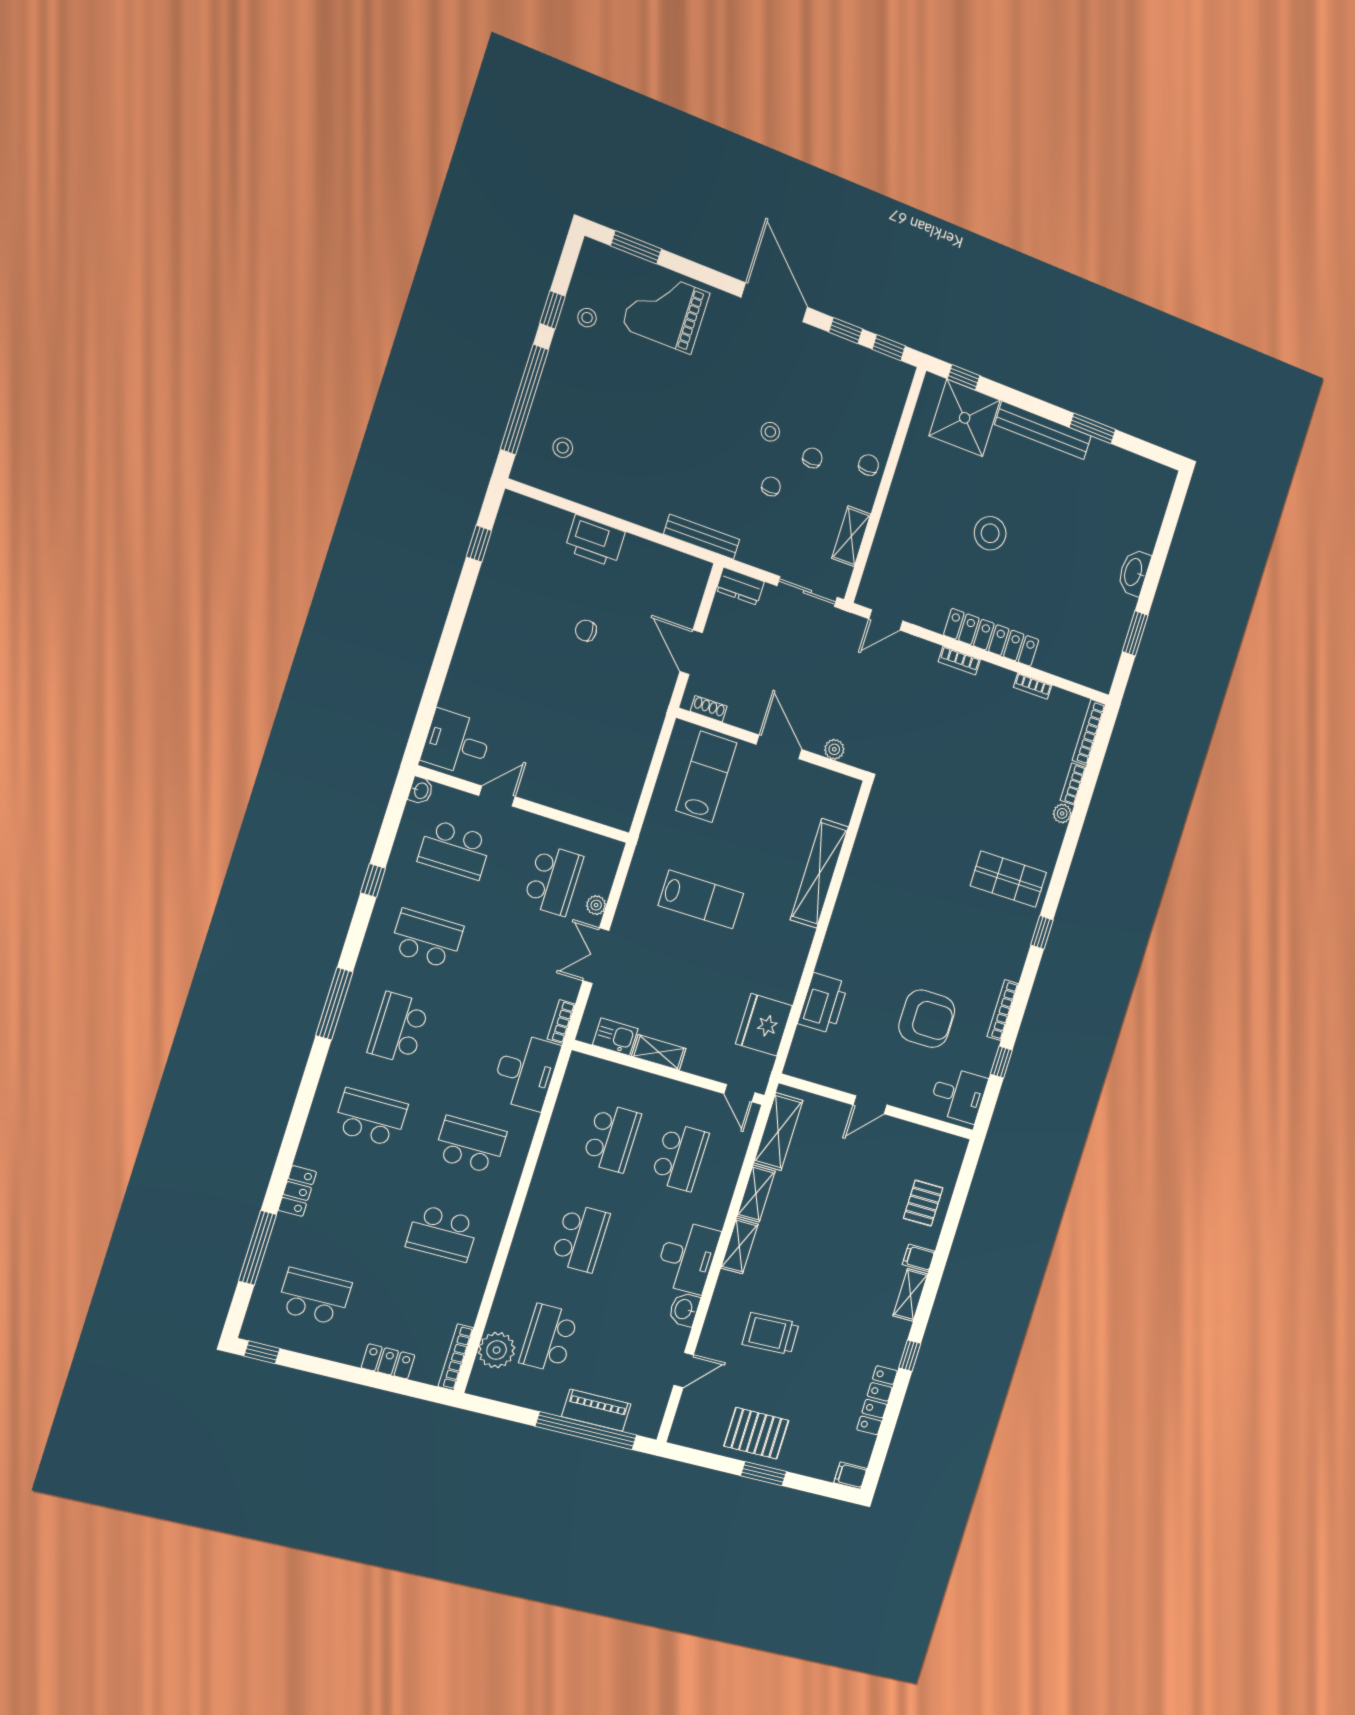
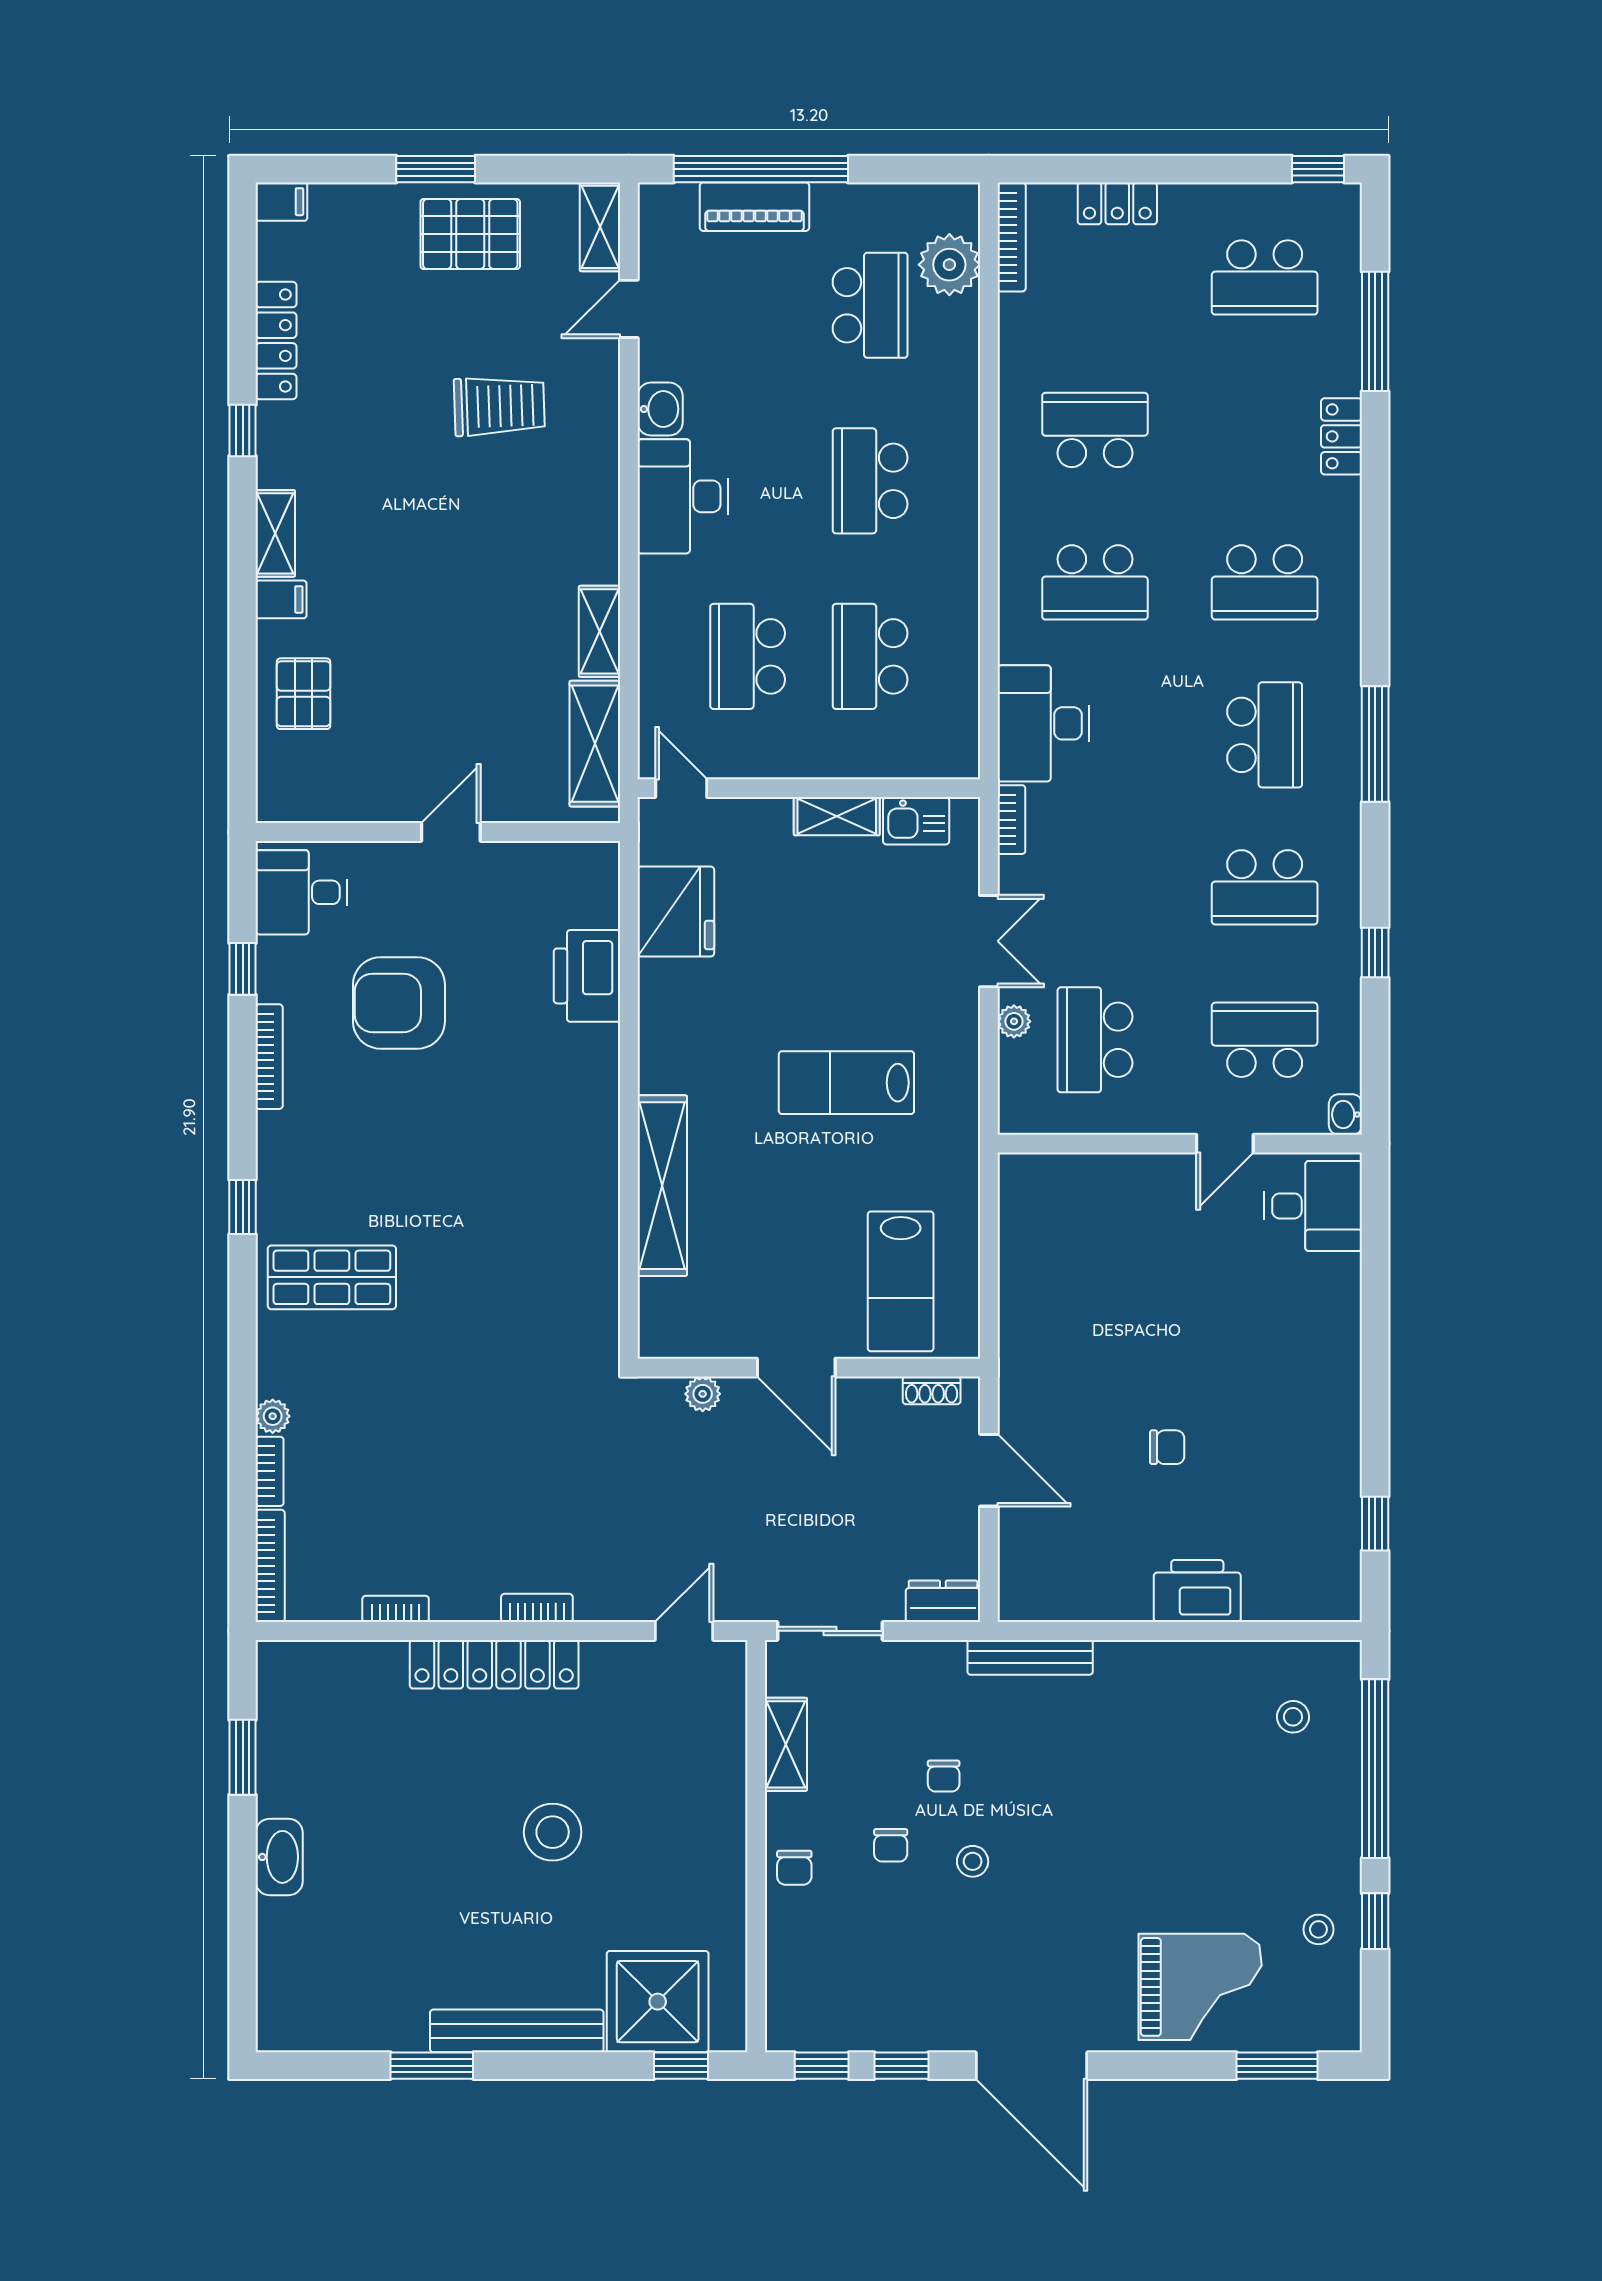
shelving: (739, 1246) -> (600, 227), moved

